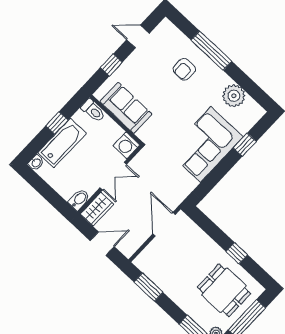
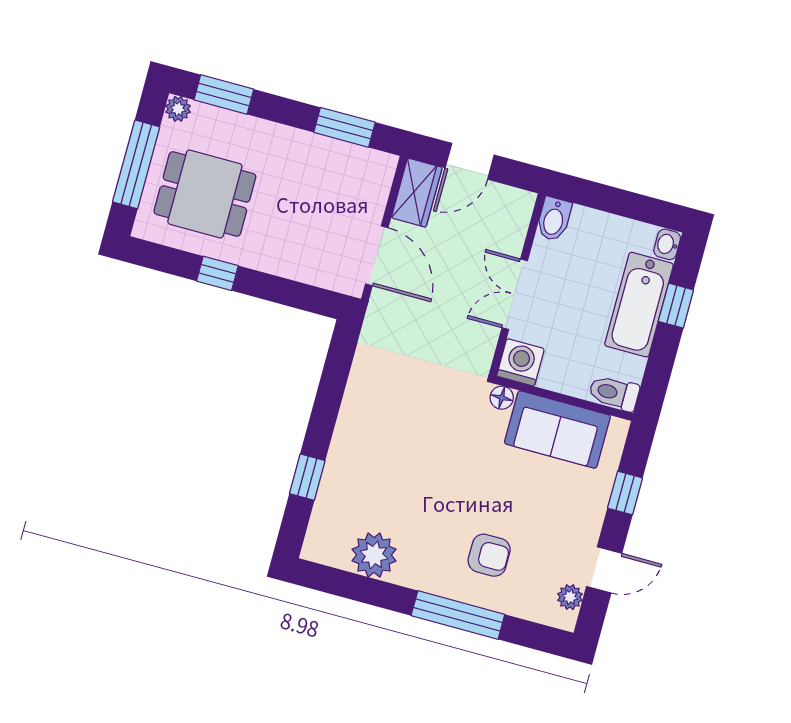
plant: (159, 33) -> (570, 597), added
armchair: (184, 69) -> (489, 555), turned 90
window: (57, 123) -> (676, 306), moved
floor lamp: (143, 134) -> (502, 398), added
corner sofa: (206, 144) -> (378, 440), removed
wardrobe: (97, 209) -> (417, 193), moved, turned 180

